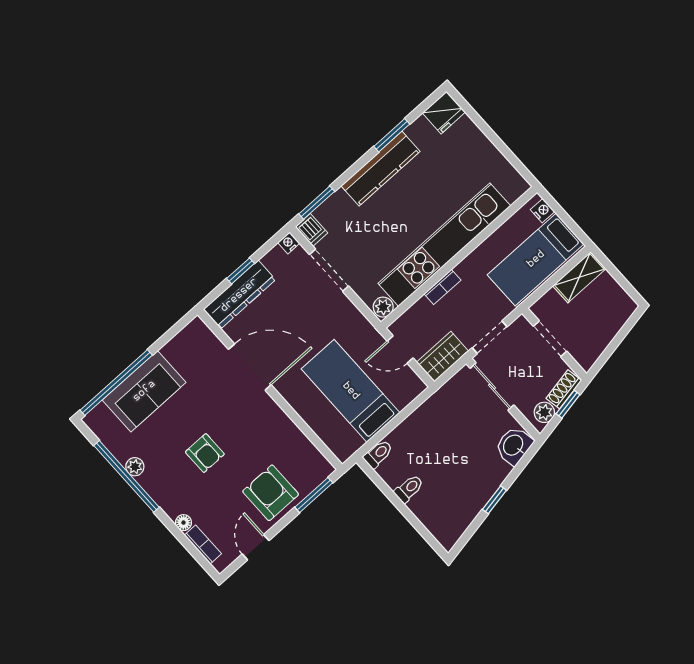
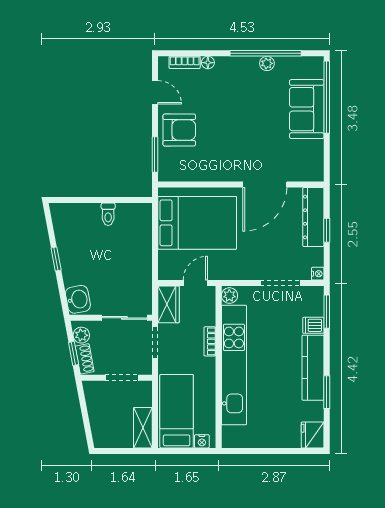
dishwasher: (311, 230) -> (313, 325), moved
bed: (351, 391) -> (197, 223), width x1.50
armchair: (205, 453) -> (238, 112), removed
toilet: (378, 454) -> (145, 214), removed

